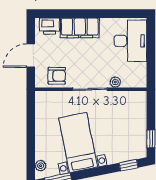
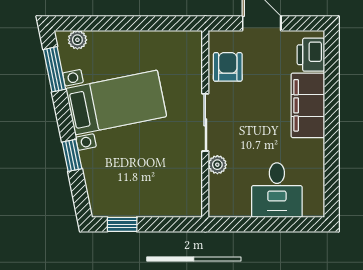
desk: (130, 41) -> (277, 190), width x0.73
armchair: (57, 76) -> (228, 67), turned 180
window: (129, 165) -> (72, 155), moved

